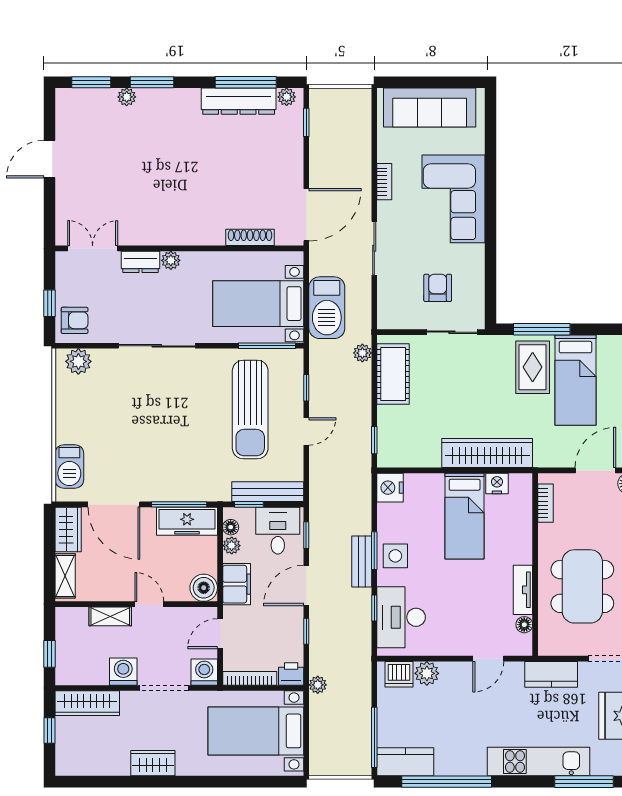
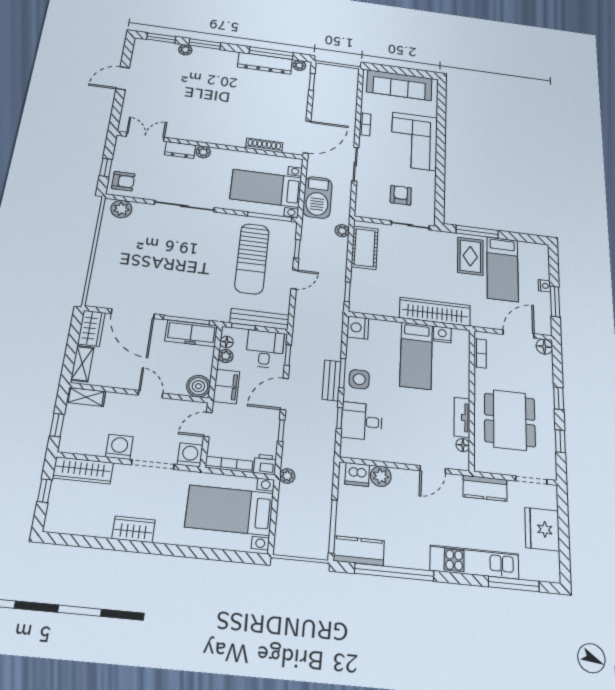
barbecue: (69, 466) -> (101, 282), removed
shelving: (110, 616) -> (86, 397), moved
desk: (401, 617) -> (362, 421), width x0.73

